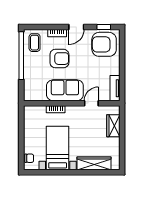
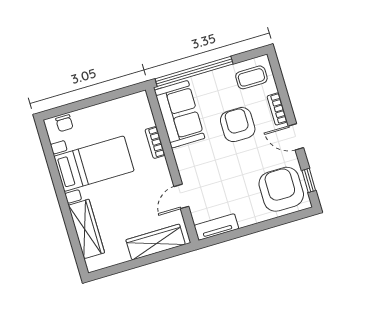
window: (21, 56) -> (194, 71), moved
armchair: (59, 59) -> (238, 125), turned 180
sofa: (65, 90) -> (180, 114), moved
door: (91, 103) -> (181, 196), swing flipped
wardrobe: (113, 126) -> (156, 242), width x1.50

